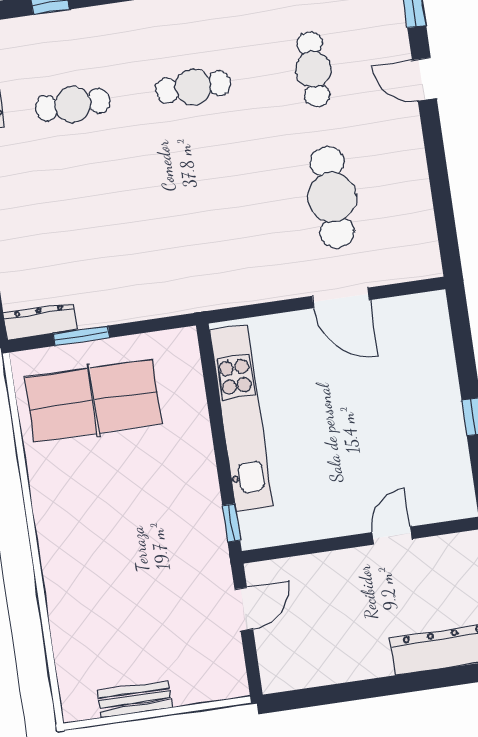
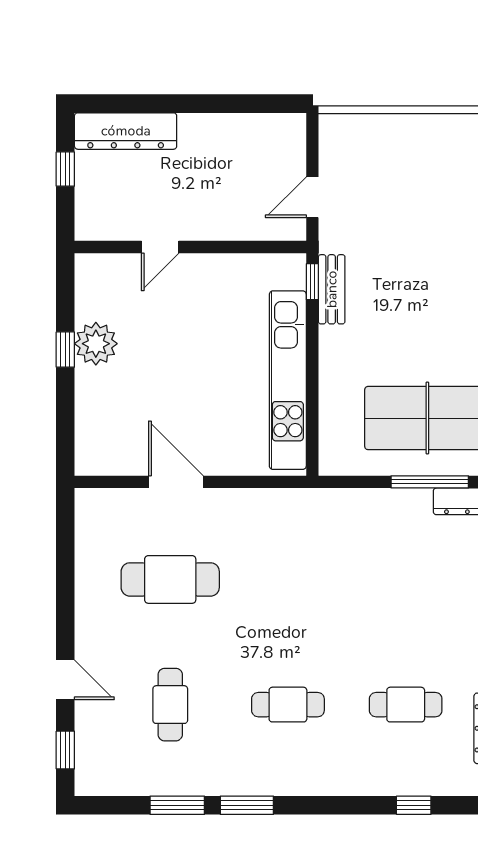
cafe table: (332, 197) -> (170, 579), turned 90
window: (81, 336) -> (430, 482), width x1.44
plant: (443, 427) -> (96, 344), added
bench: (135, 699) -> (332, 289), moved, turned 90

